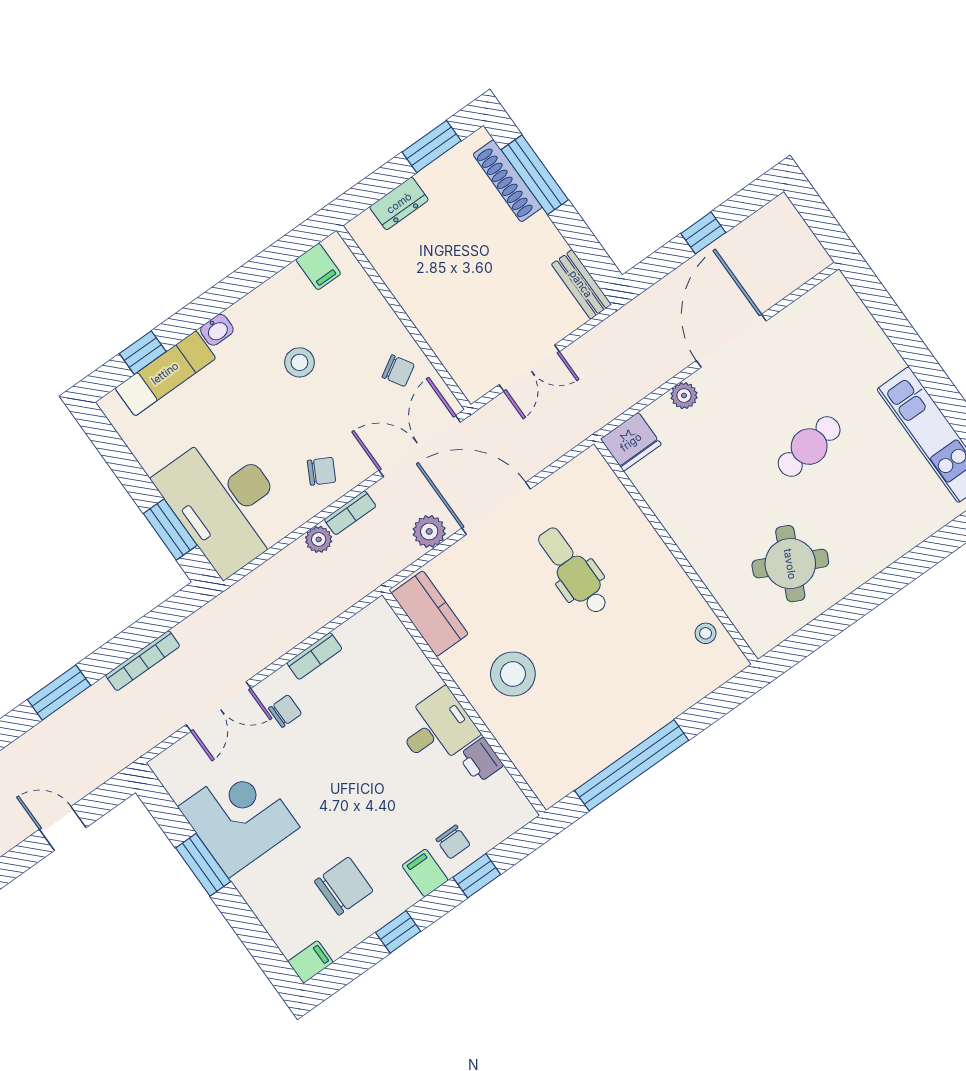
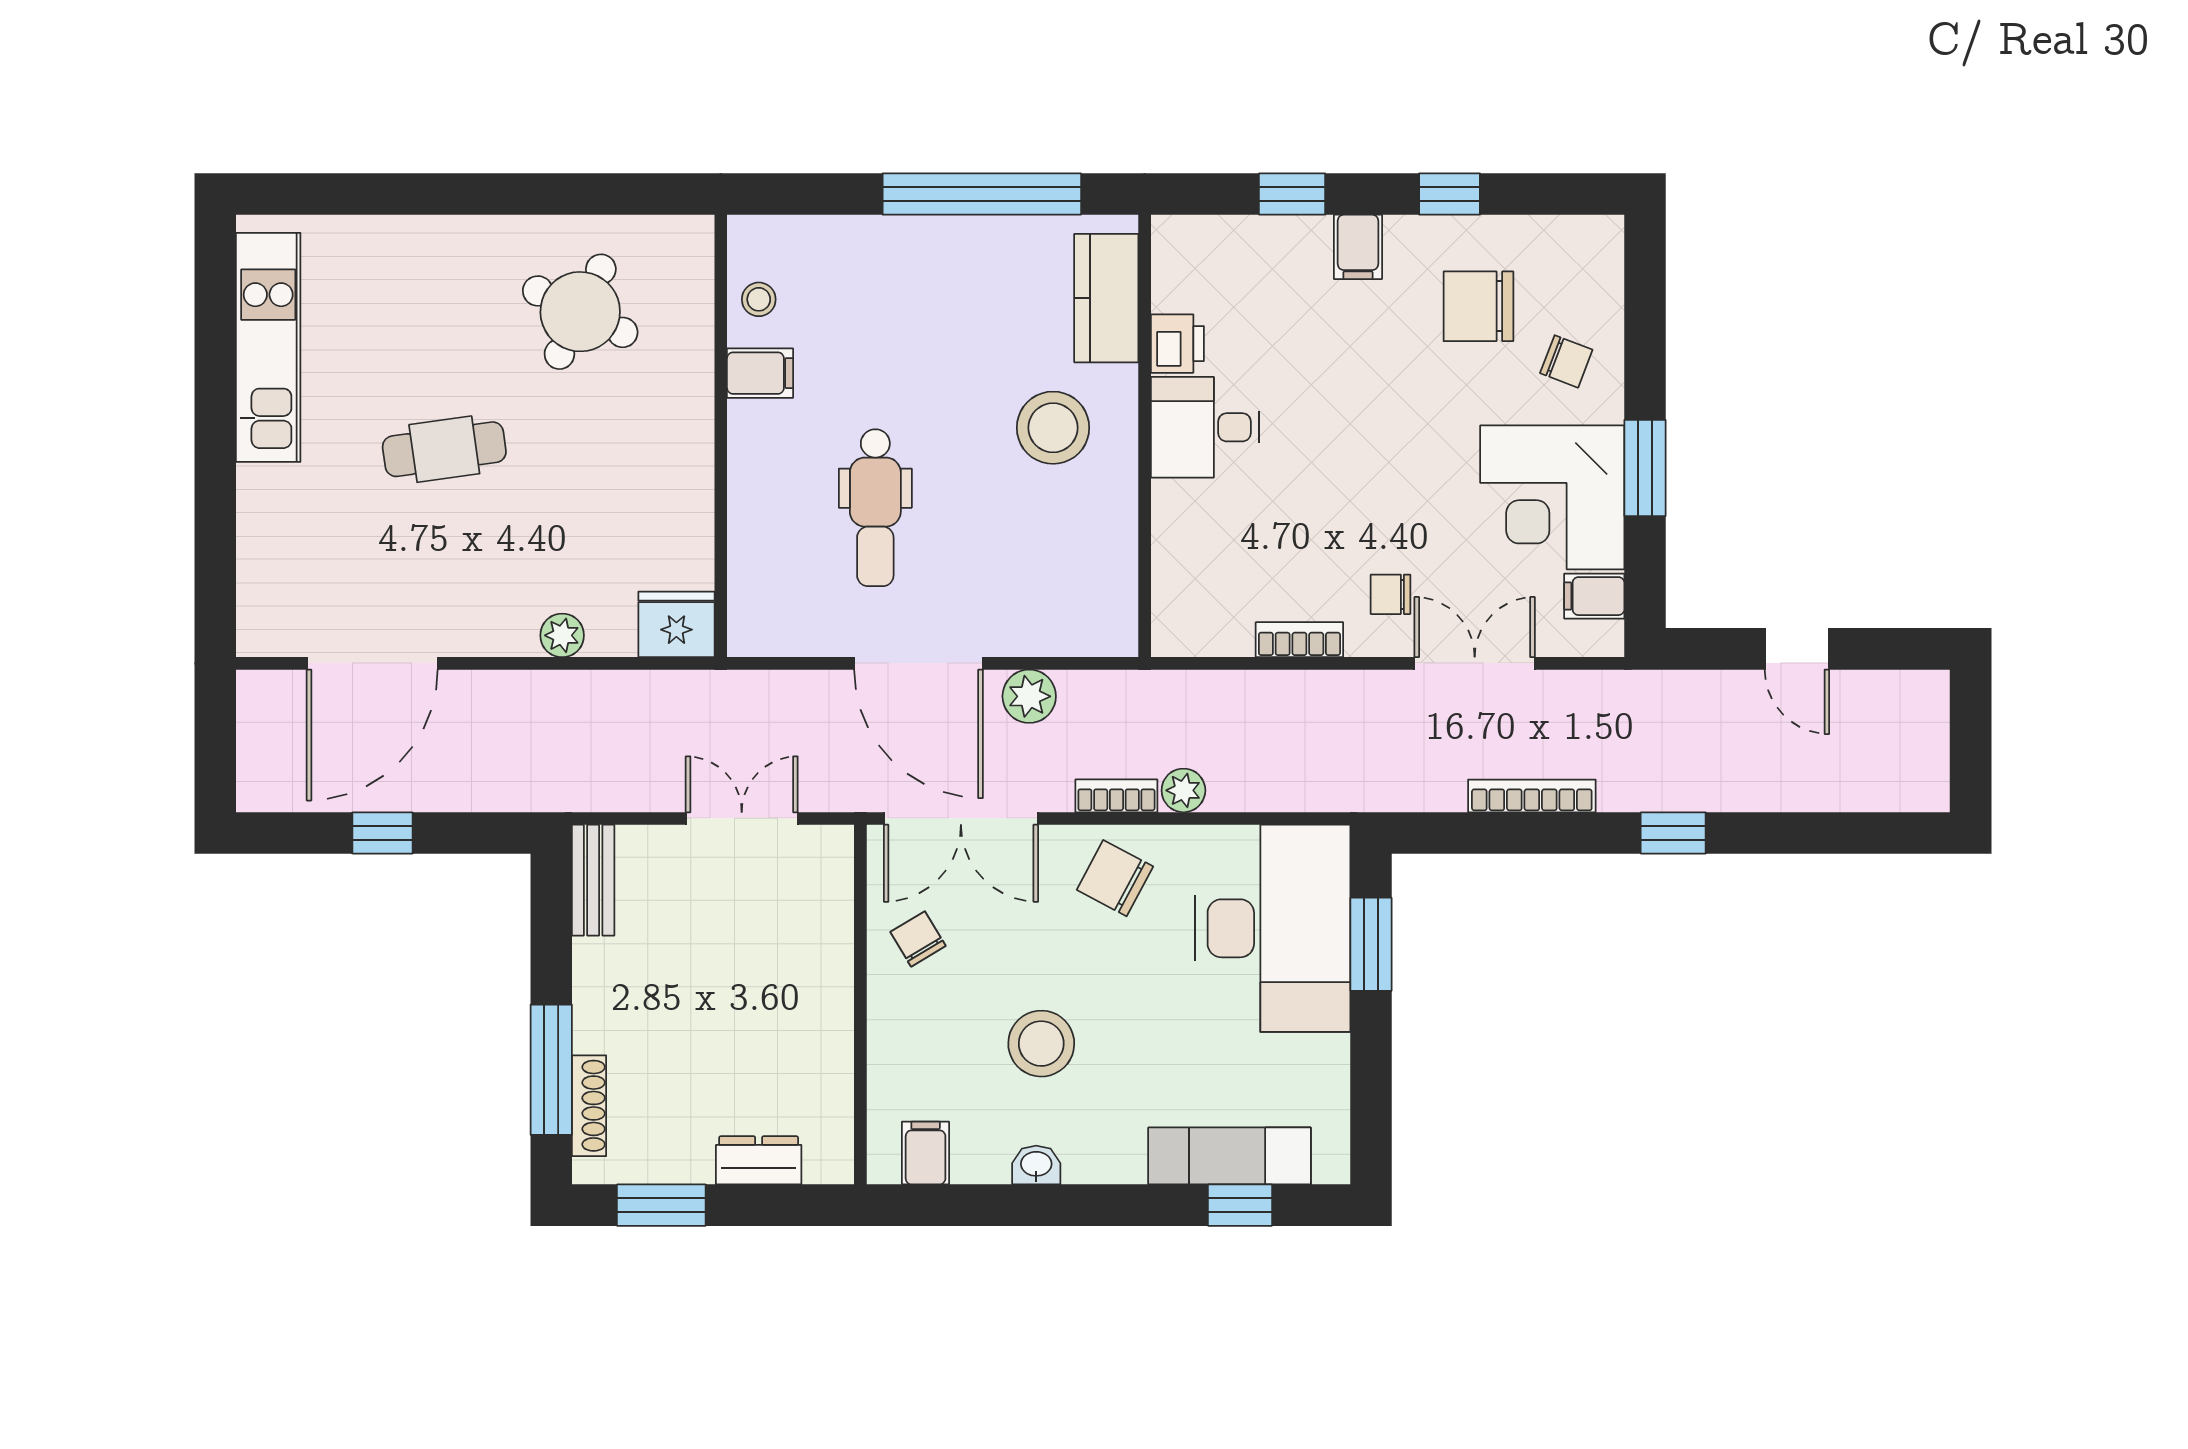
shoe rack: (508, 181) -> (589, 1106), width x0.74, depth x0.81
washbasin: (217, 330) -> (1036, 1165), moved
door: (731, 341) -> (372, 663), moved
stool: (299, 362) -> (1041, 1044), width x1.38, depth x1.38
chair: (322, 471) -> (1115, 878), width x1.37, depth x1.37
filing cabinet: (679, 597) -> (760, 373), added
kitchen counter: (430, 614) -> (1106, 298), moved
window: (59, 693) -> (1673, 833), width x0.67
chair: (453, 842) -> (1566, 361), moved, turned 111
filing cabinet: (311, 962) -> (1594, 596), moved

